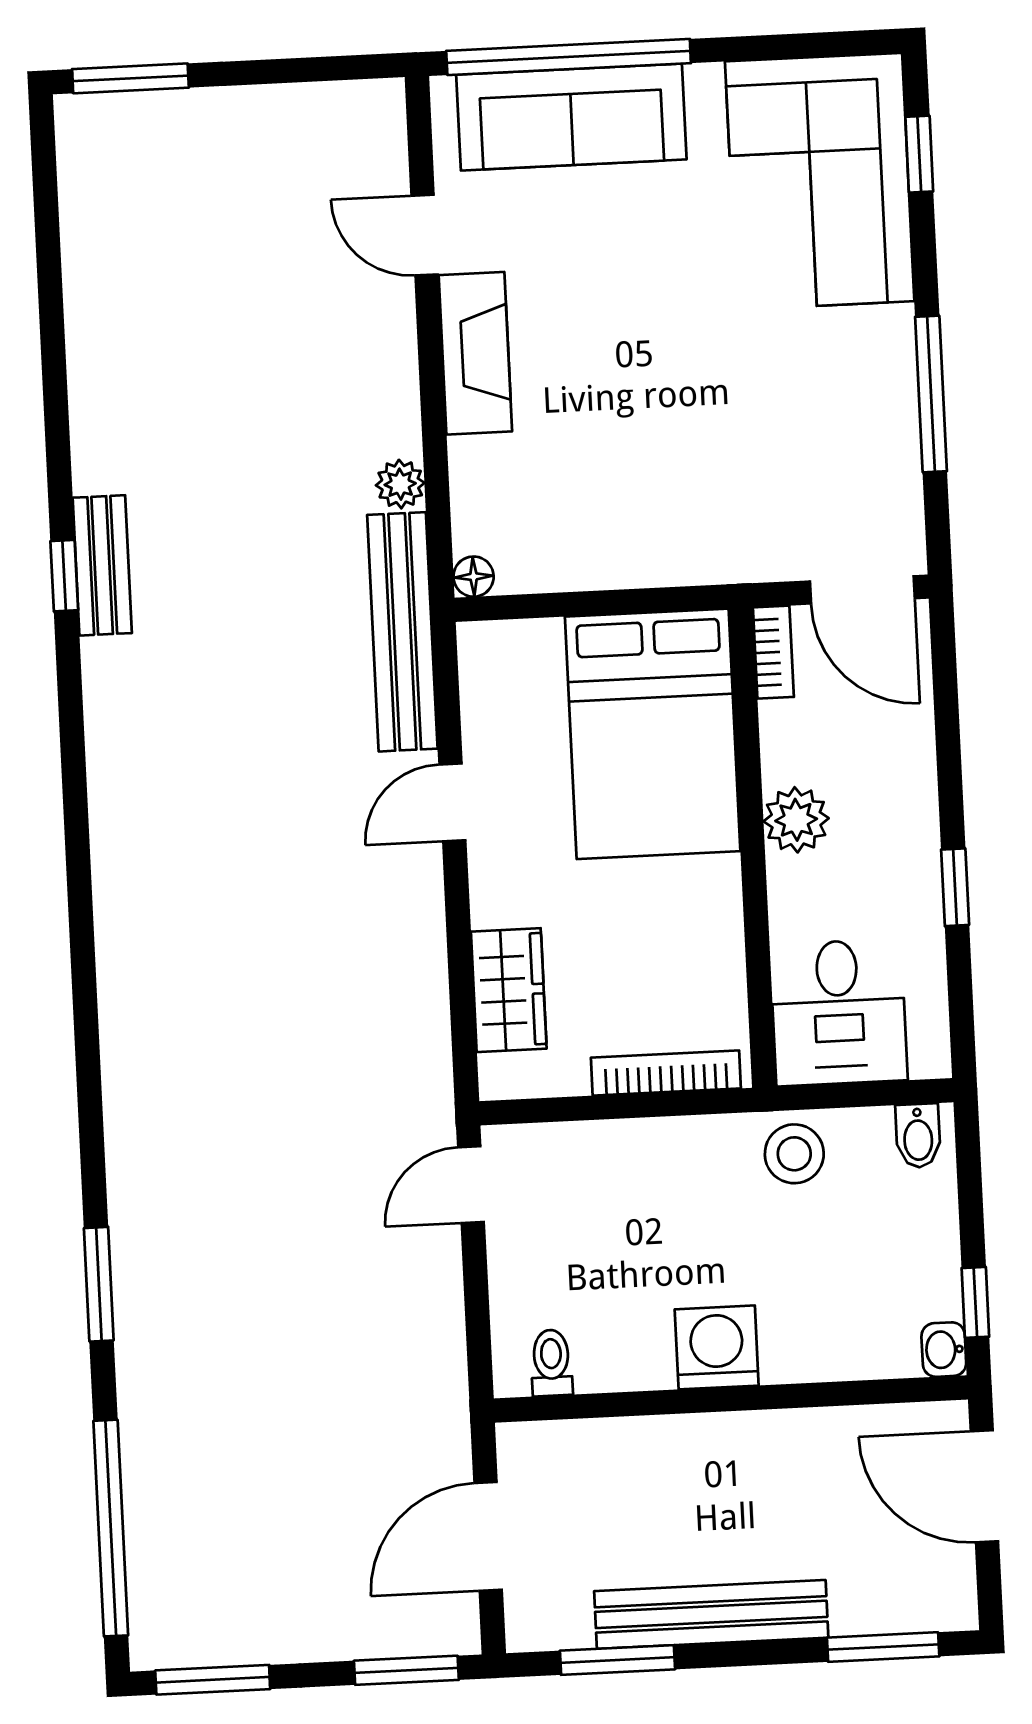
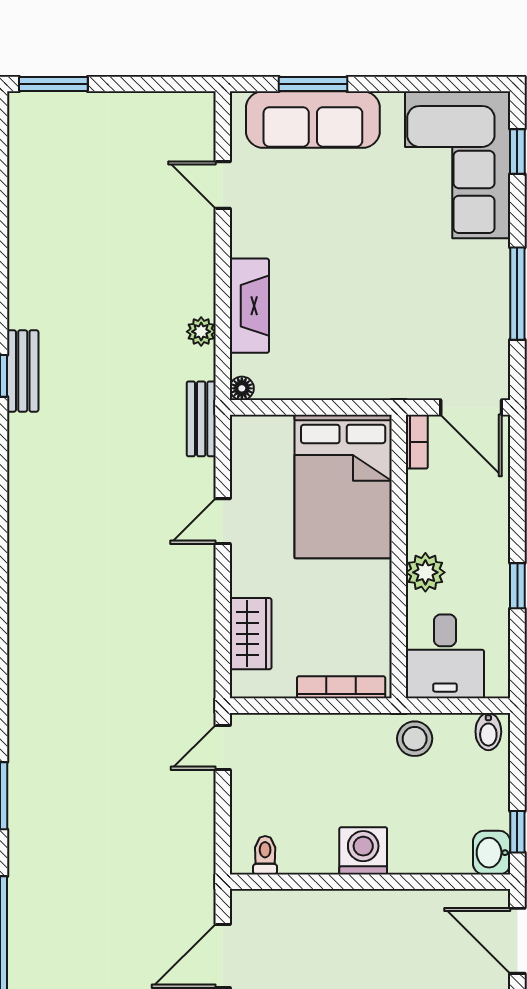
window: (569, 57) -> (313, 84), width x0.47
fireplace: (475, 353) -> (249, 306), moved
bench: (402, 632) -> (201, 419), width x0.54, depth x0.82
plant: (796, 820) -> (425, 572), moved
washbasin: (944, 1350) -> (492, 853), width x1.38, depth x1.45

